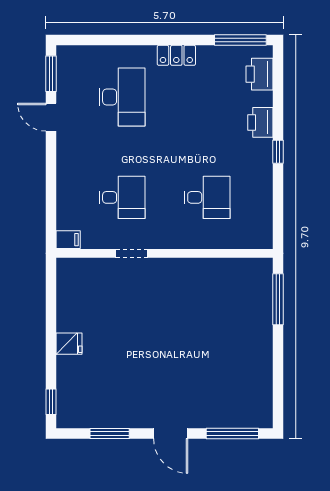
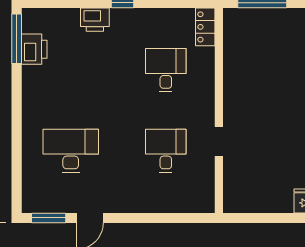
locker: (176, 55) -> (205, 27), moved, turned 180
printer: (260, 74) -> (34, 49), moved, turned -90
filing cabinet: (68, 240) -> (206, 202), removed

